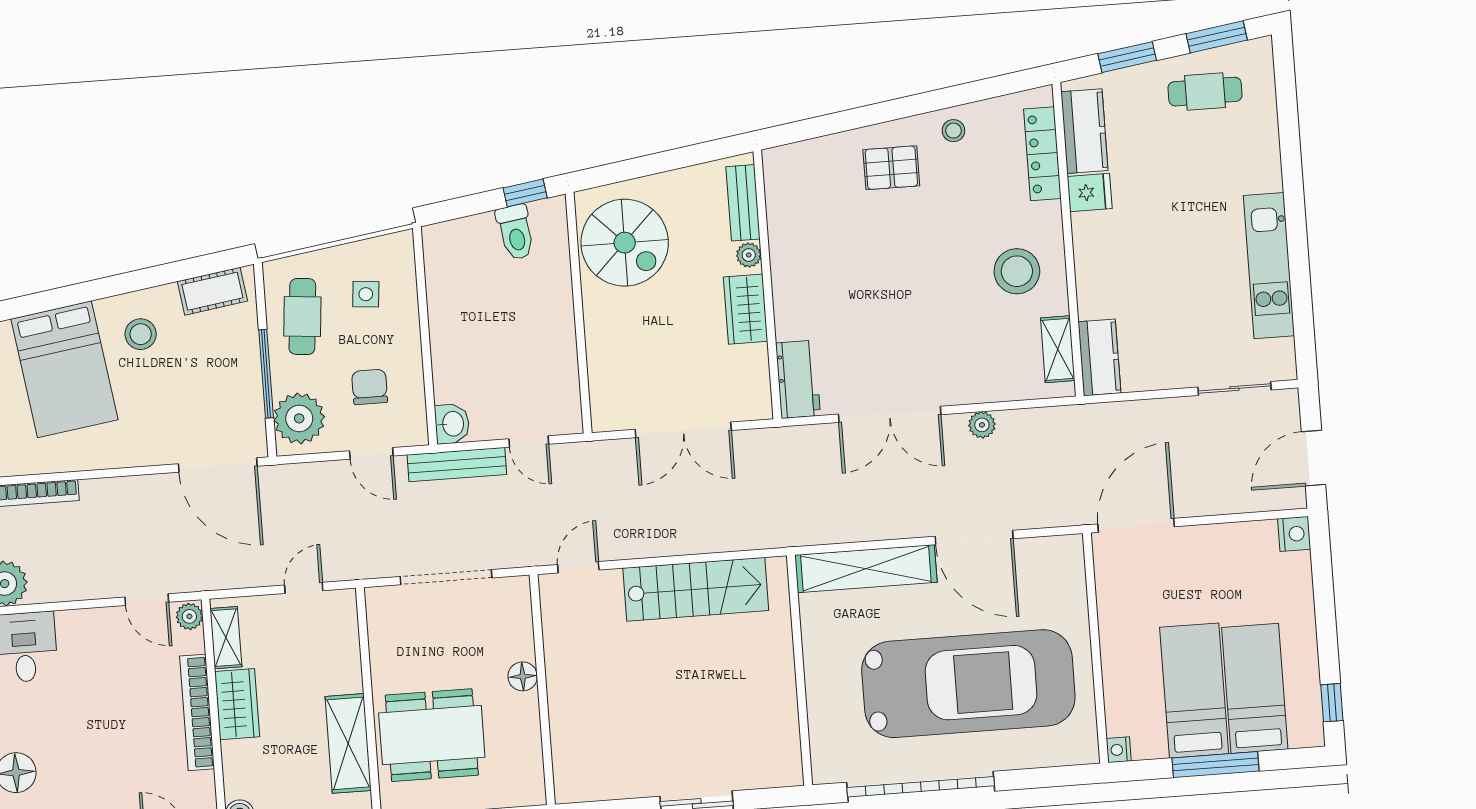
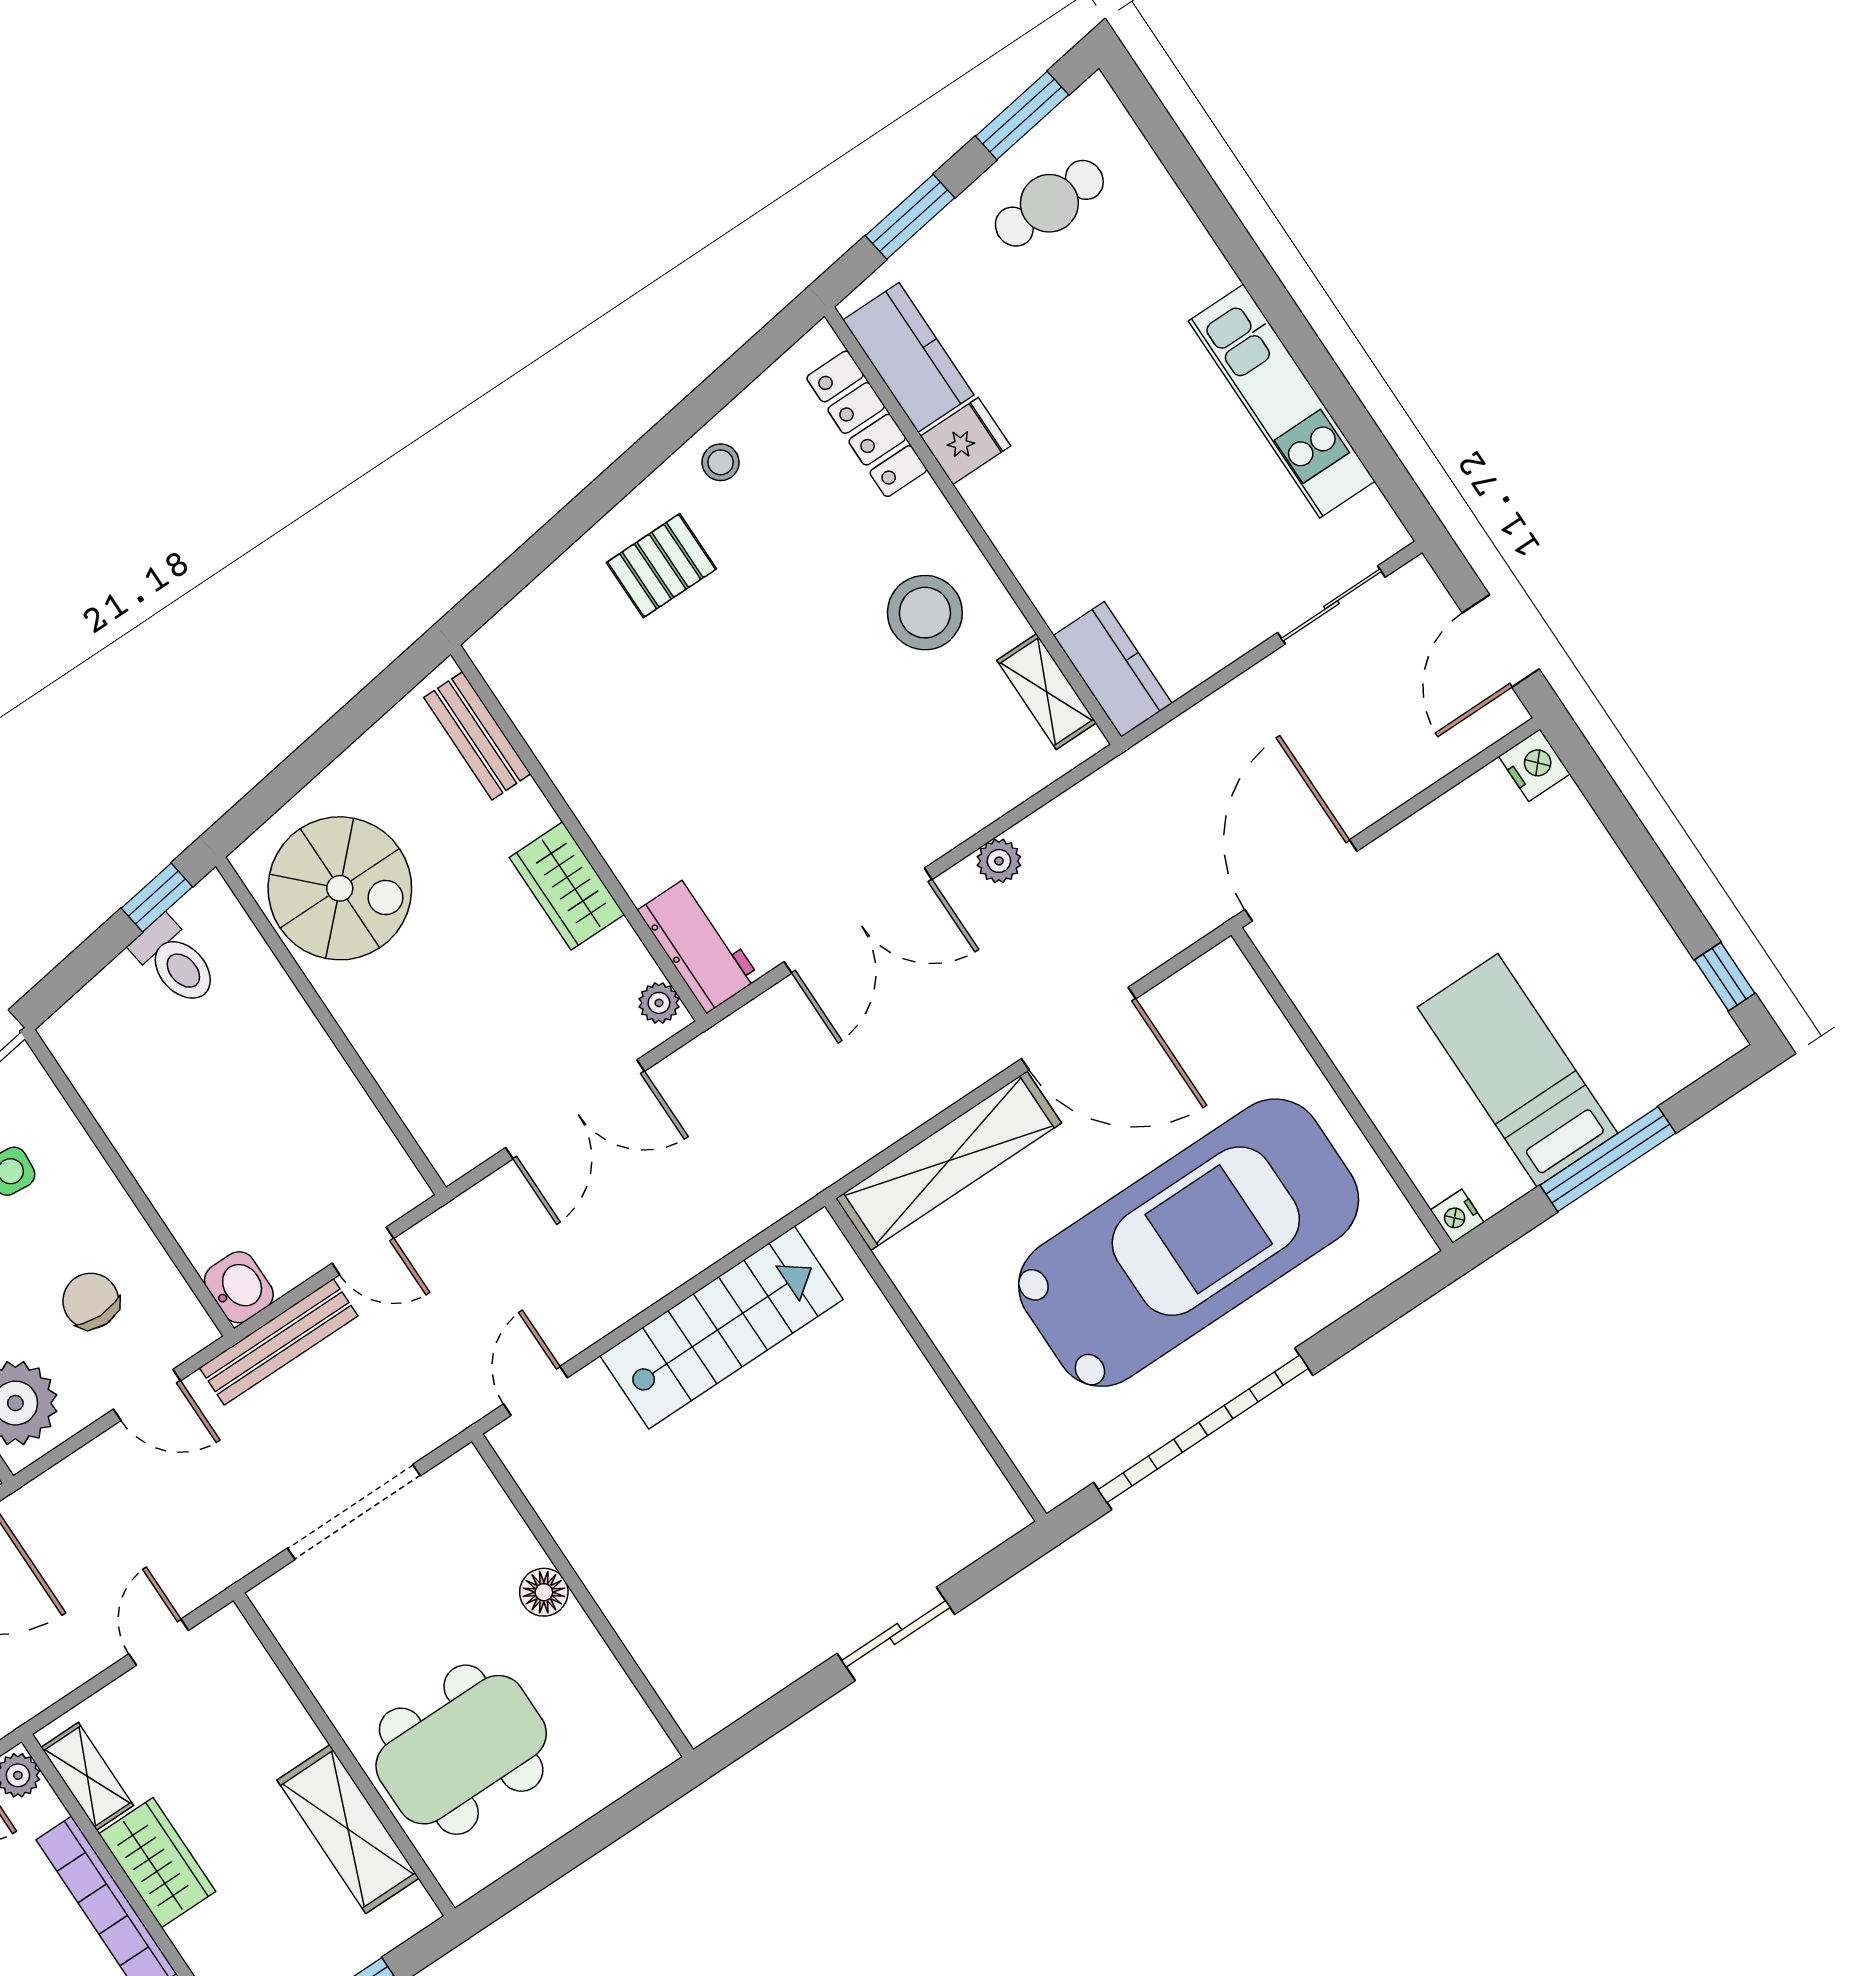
plant: (749, 255) -> (659, 1003), moved
bed: (1255, 688) -> (1603, 1018), removed

